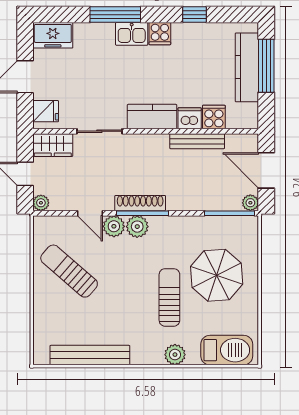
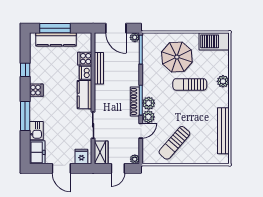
kitchen sink: (132, 34) -> (36, 131), moved
door: (266, 170) -> (116, 28), hinge flipped
barbecue: (227, 350) -> (214, 41), moved, turned -90

